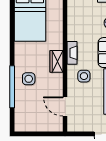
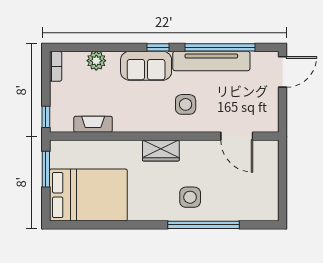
fireplace: (72, 53) -> (93, 124), moved
door: (65, 107) -> (237, 136), hinge flipped

